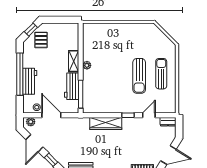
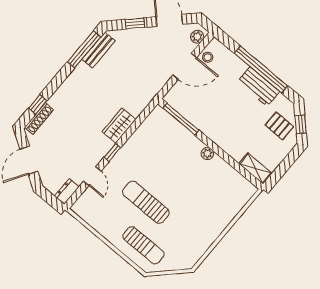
shelving: (74, 61) -> (255, 168), moved
sun lounger: (161, 74) -> (143, 245), moved
workbench: (30, 81) -> (258, 87), moved
workbench: (72, 86) -> (198, 116), removed
wardrobe: (106, 123) -> (119, 126), width x0.67

